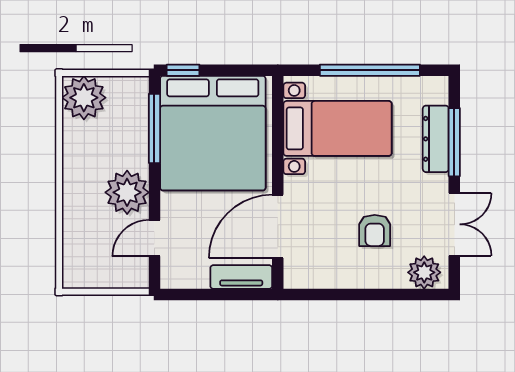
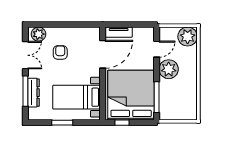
window: (183, 70) -> (122, 123), moved
window: (370, 70) -> (62, 123), width x0.47
plant: (84, 98) -> (188, 37), moved
double door: (454, 224) -> (25, 55), swing flipped

